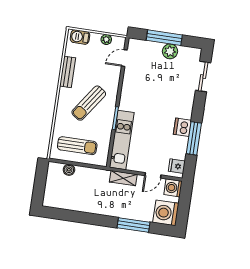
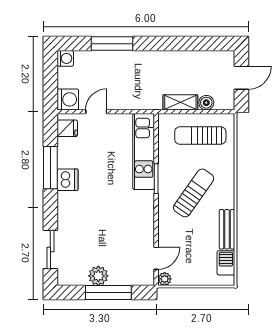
barbecue: (80, 37) -> (226, 263), moved, turned -90
plant: (106, 39) -> (165, 279), moved
shelving: (123, 178) -> (180, 102), moved
door: (40, 185) -> (241, 78), added
washing machine: (166, 213) -> (65, 58), width x0.53, depth x0.53

